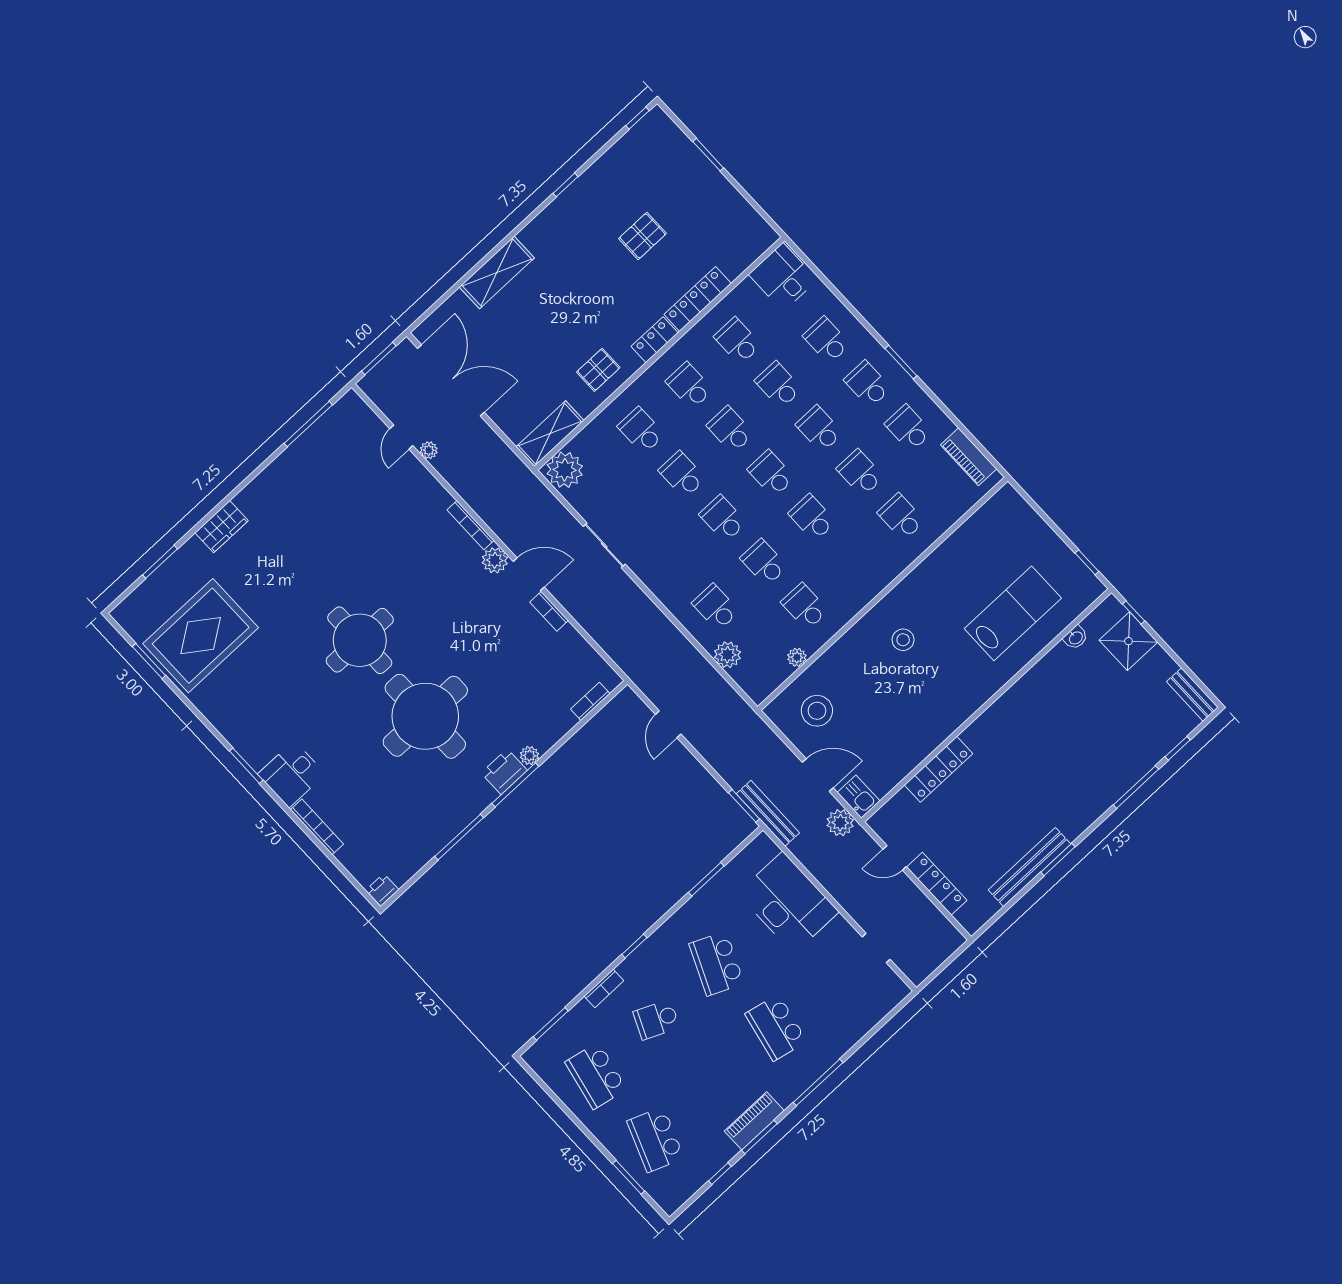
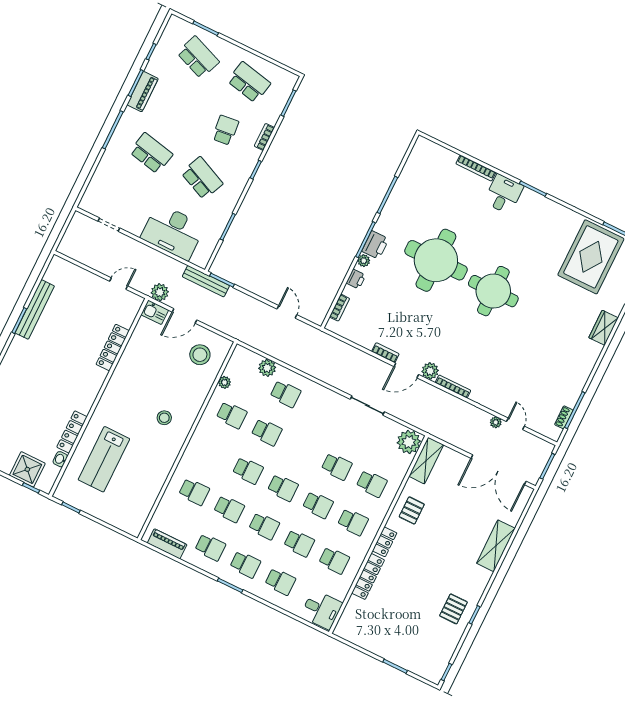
pallet: (642, 236) -> (453, 609), moved
shoe rack: (328, 420) -> (564, 417), added
school desk: (723, 518) -> (302, 449), removed
locker: (937, 884) -> (72, 432), moved, turned 90
printer: (382, 890) -> (356, 279), moved
school desk: (656, 1020) -> (225, 130), turned -30

